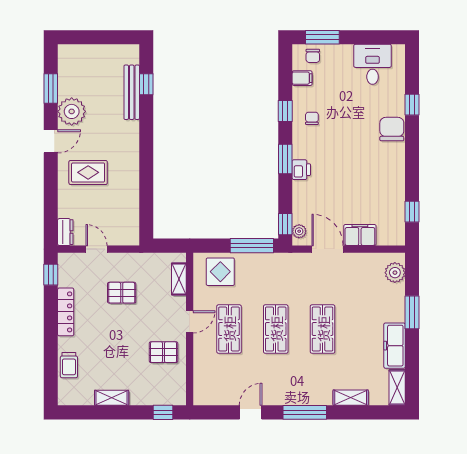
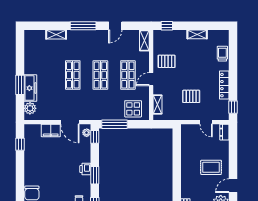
freezer: (395, 346) -> (30, 88), moved
shelving: (397, 388) -> (144, 40), moved

